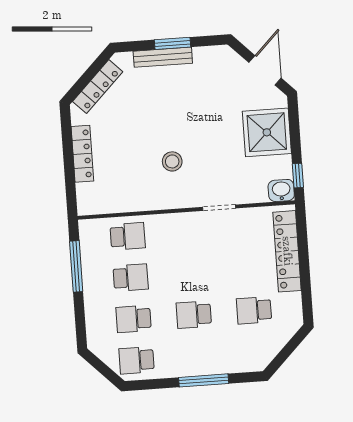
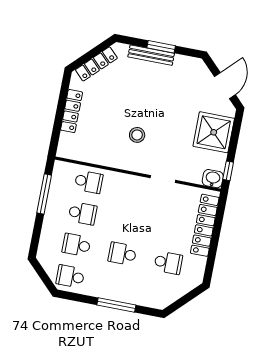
school desk: (254, 310) -> (168, 263), turned 180

